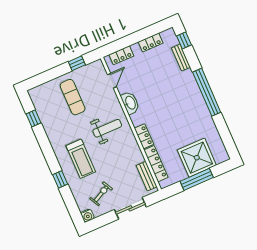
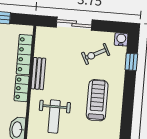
weight bench: (107, 128) -> (54, 116), turned -90
bench: (147, 176) -> (38, 74), moved
window: (60, 179) -> (131, 62), moved

